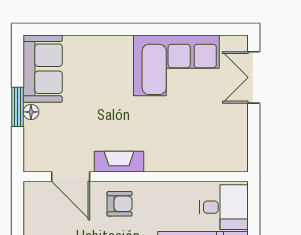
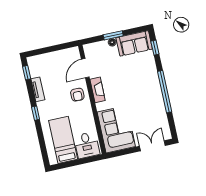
window: (60, 29) -> (155, 48), added
window: (152, 29) -> (165, 92), added
corner sofa: (176, 65) -> (116, 129), moved, turned 180

